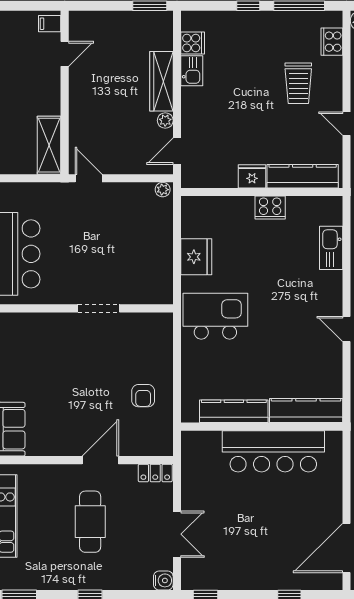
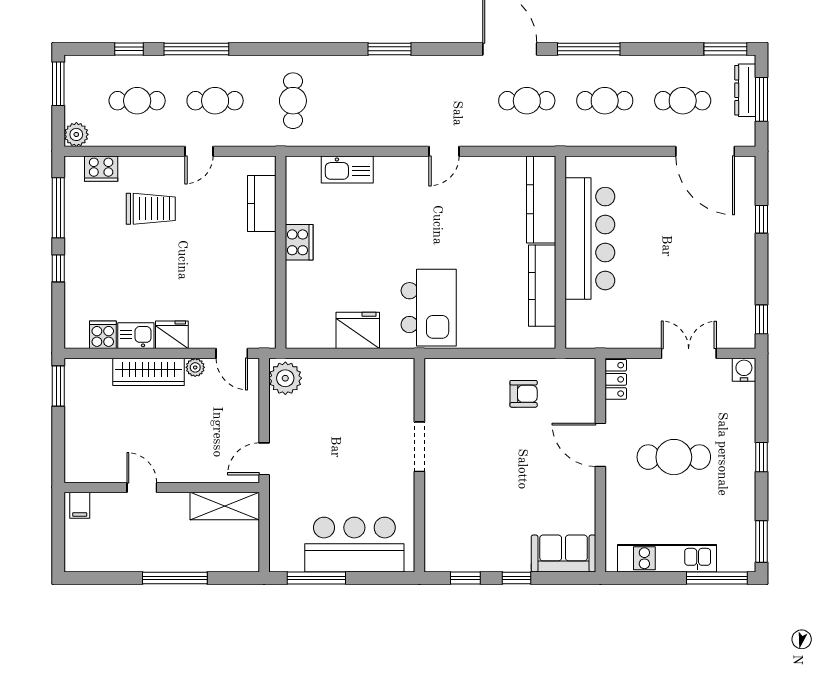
door: (65, 54) -> (142, 487), moved
fridge: (252, 176) -> (172, 335), moved, turned 90
kitchen counter: (303, 176) -> (262, 204), width x0.67
plant: (163, 190) -> (285, 378), width x1.88, depth x1.88
kitchen island: (215, 316) -> (429, 308), turned 180

